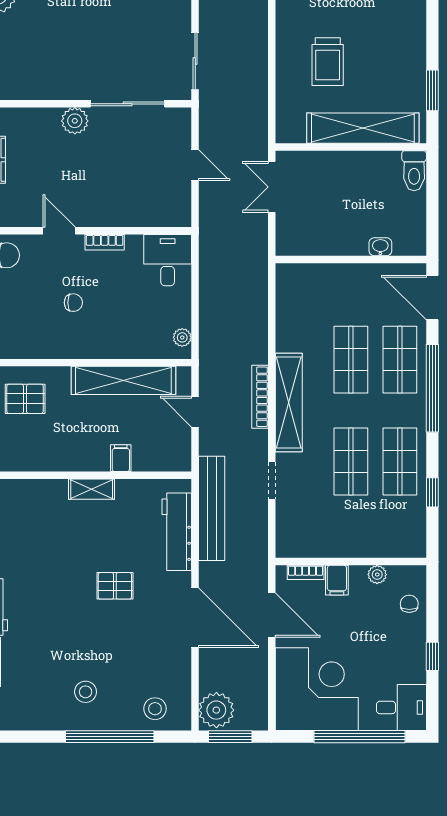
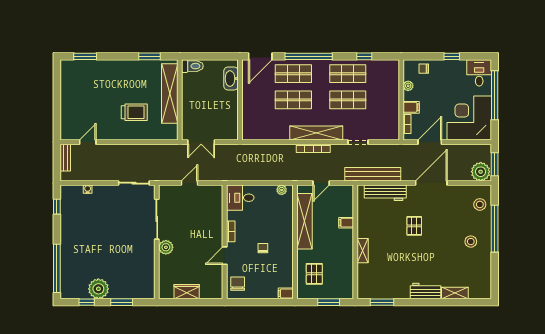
washbasin: (380, 247) -> (231, 79), width x1.91, depth x1.45
shelving: (92, 489) -> (363, 251), moved

